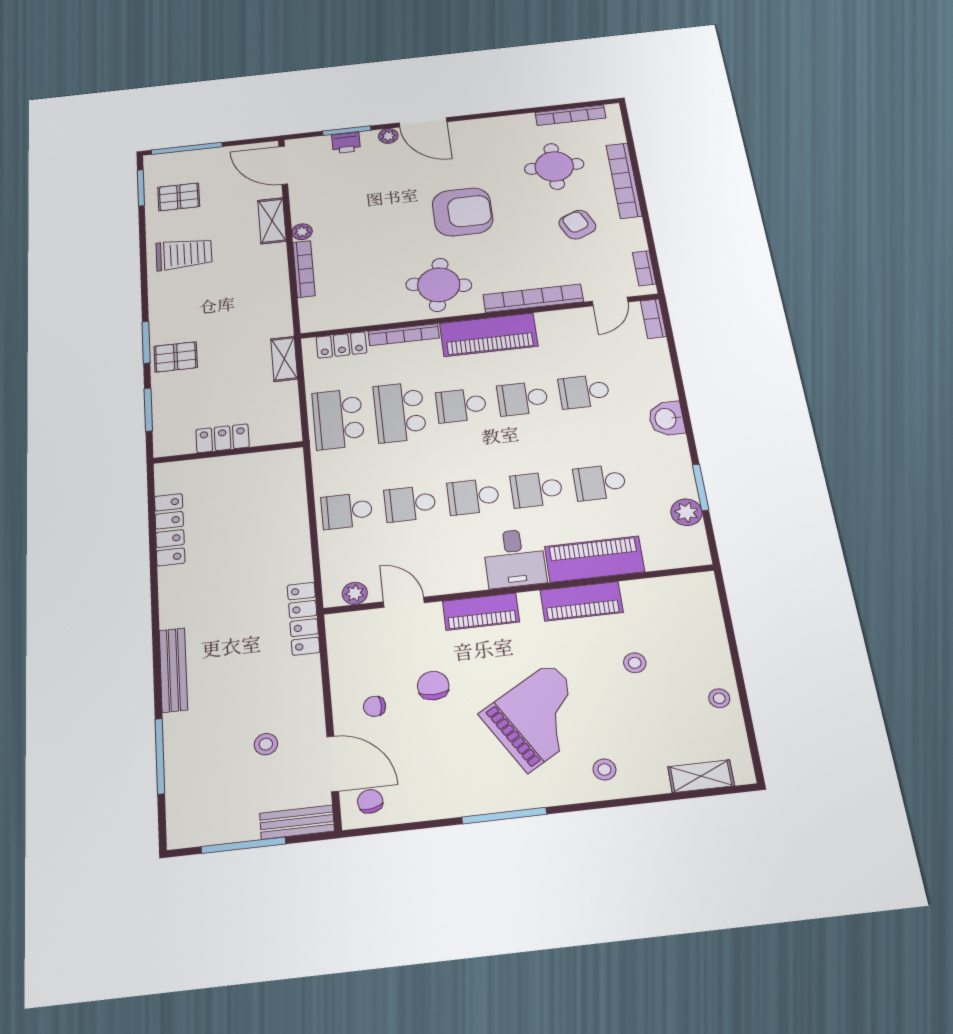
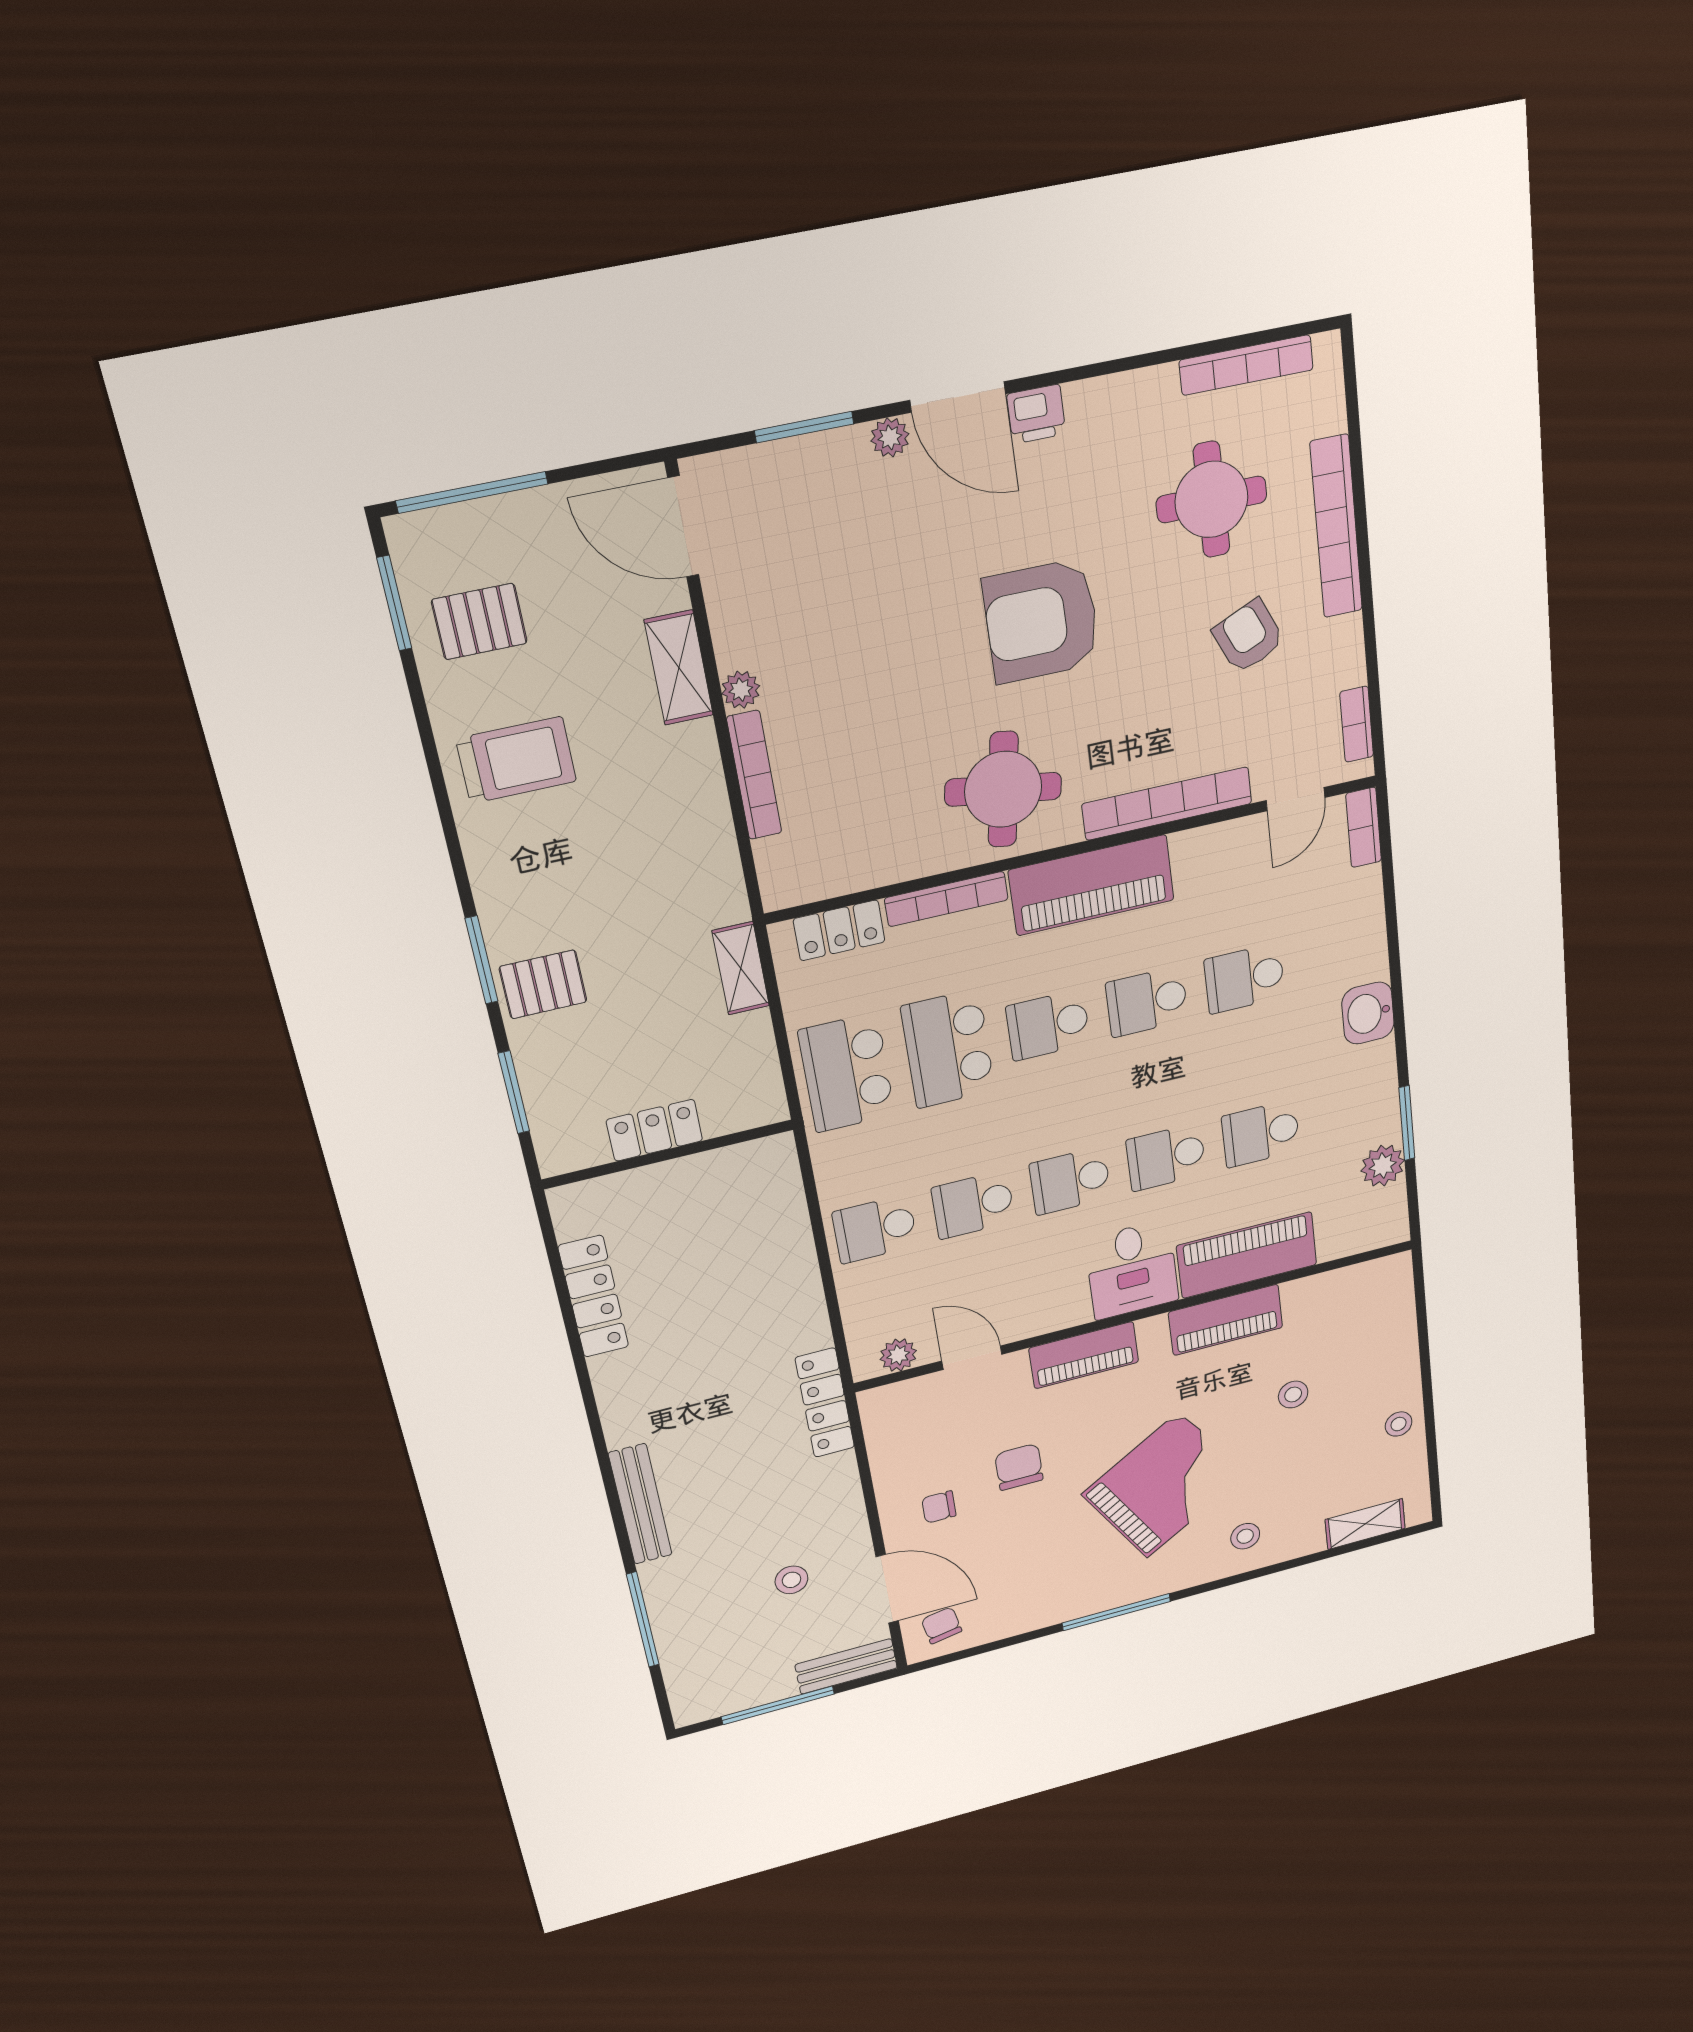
printer: (346, 143) -> (1036, 414), moved
armchair: (463, 212) -> (1042, 621), turned 180

